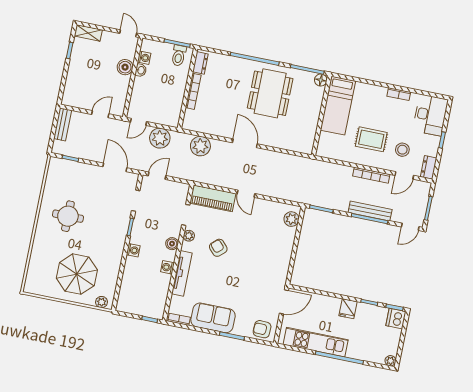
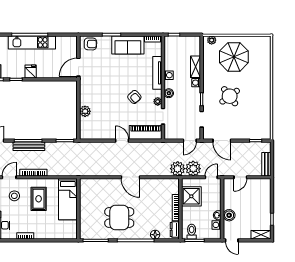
floor lamp: (321, 80) -> (155, 235), moved
dining table: (270, 93) -> (119, 218), width x0.73
shower: (170, 102) -> (191, 196), added
bed: (338, 106) -> (68, 199), moved, turned 180
rug: (371, 139) -> (39, 199), turned 90
plant: (200, 146) -> (178, 169), moved
round table: (68, 216) -> (230, 96), moved, turned -37
plant: (291, 219) -> (85, 111), moved
shelving: (130, 271) -> (196, 67), added
kitchen unit: (316, 342) -> (32, 42), moved

